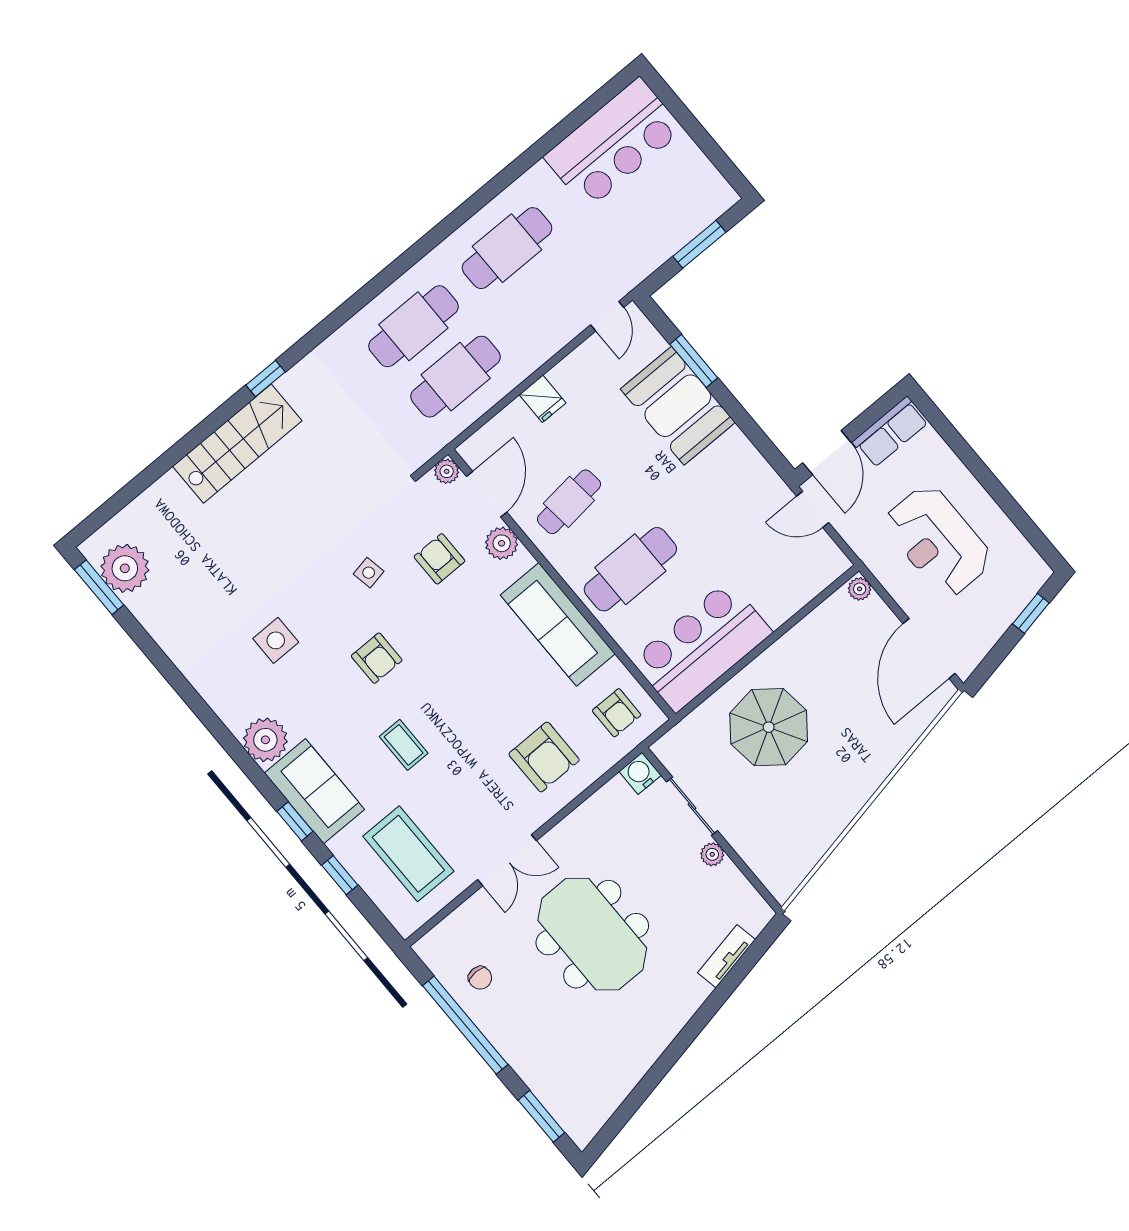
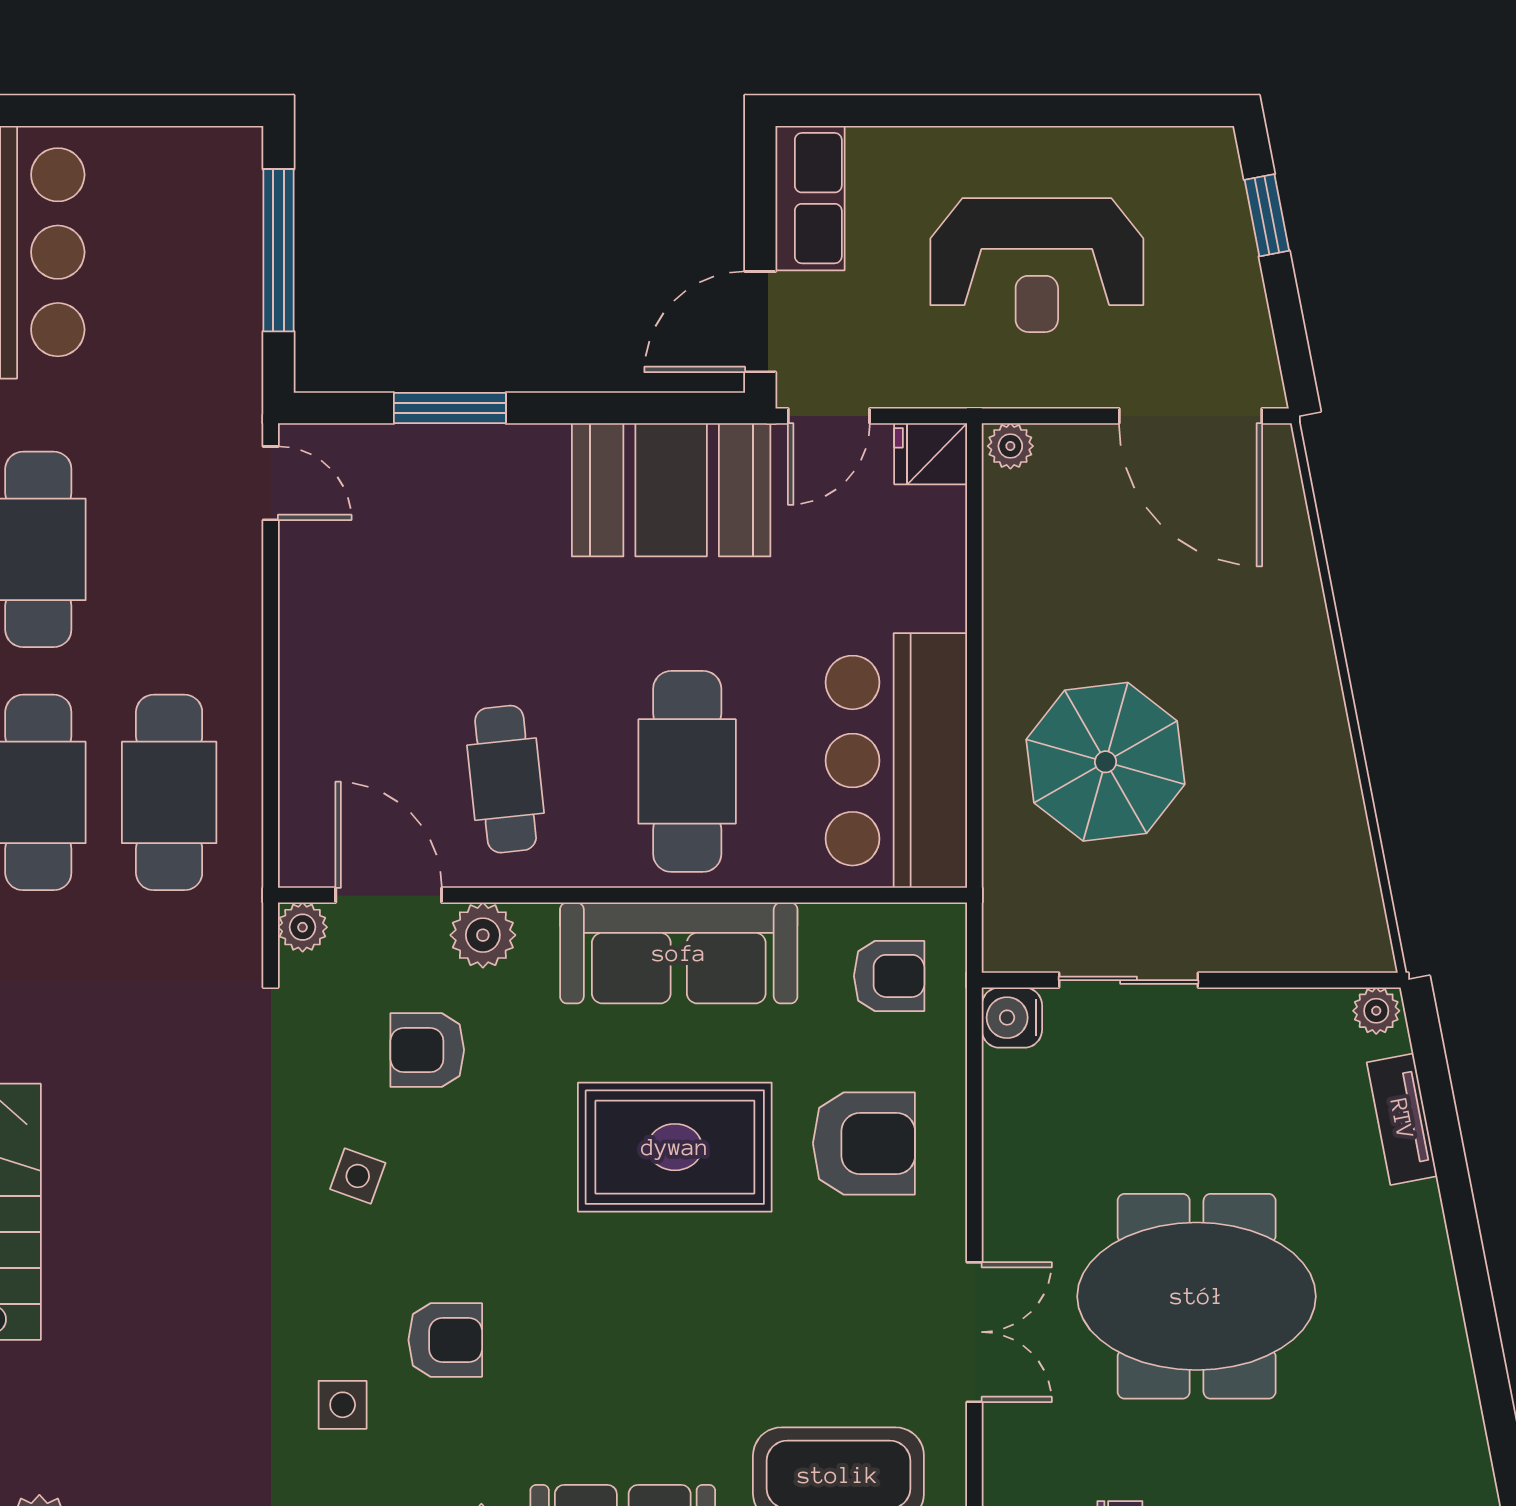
window: (699, 244) -> (278, 250), width x1.44
fridge: (543, 399) -> (931, 454), moved, turned 180
booth: (678, 406) -> (671, 490), moved
door: (827, 453) -> (760, 322), swing flipped
side table: (369, 573) -> (358, 1176), turned 31
side table: (276, 640) -> (343, 1405), width x0.73, depth x0.73
armchair: (377, 658) -> (445, 1340), moved
rug: (482, 685) -> (675, 1147), added
coffee table: (404, 745) -> (666, 1343), removed
plant: (712, 854) -> (1376, 1011), moved

